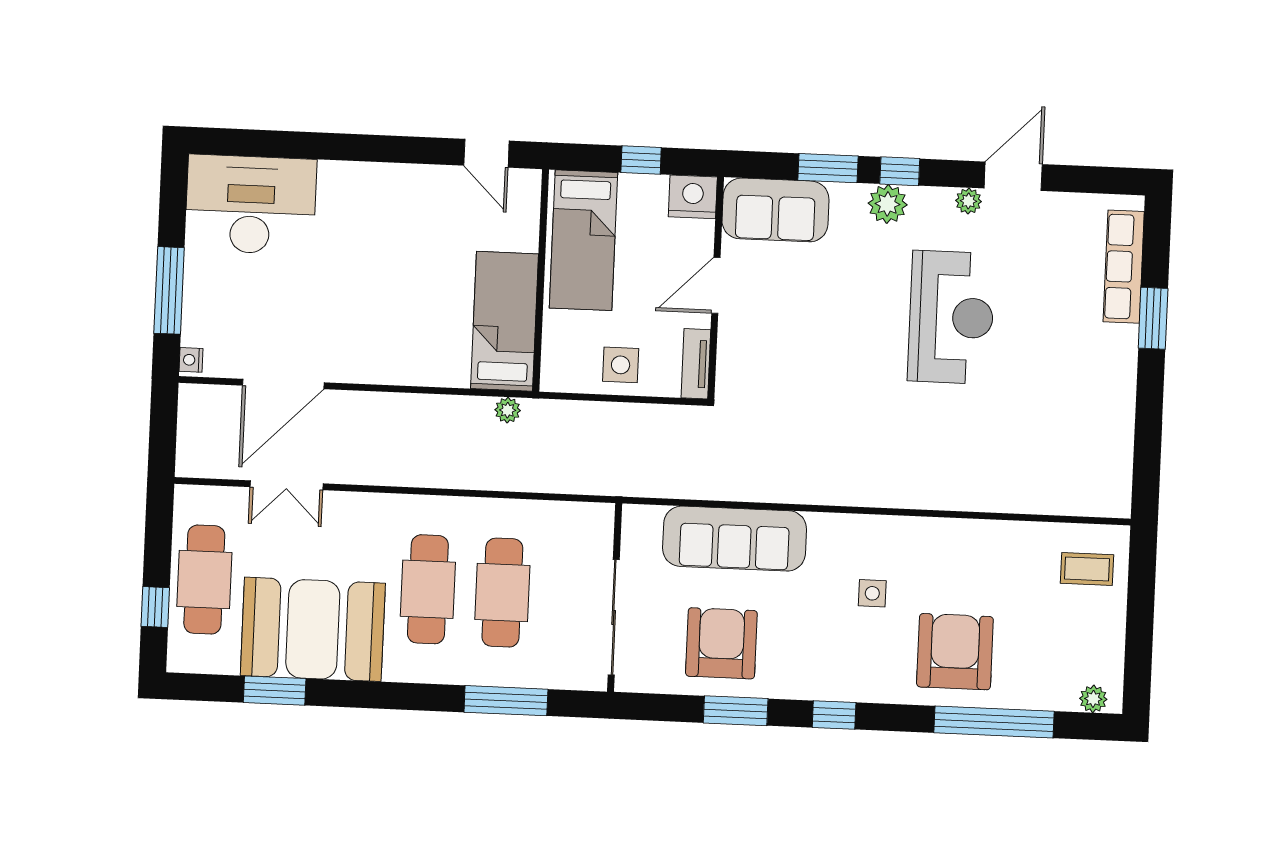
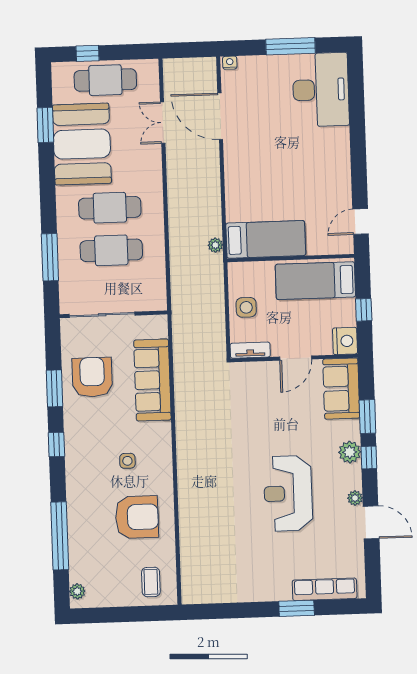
door: (716, 285) -> (296, 358), swing flipped
window: (169, 290) -> (290, 46), moved
reception desk: (951, 317) -> (288, 493), turned 90
armchair: (721, 643) -> (92, 377), turned -90
armchair: (955, 652) -> (137, 517), moved

